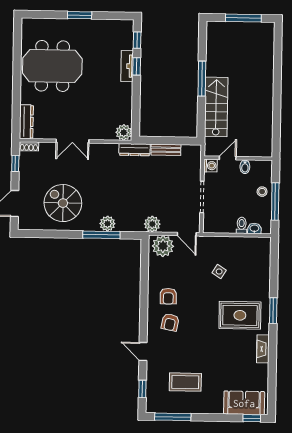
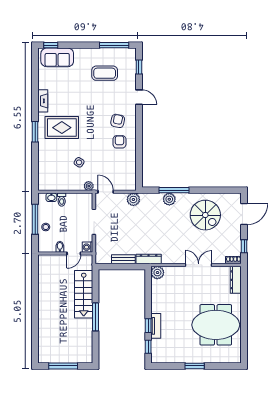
plant: (163, 246) -> (89, 186), moved, width x0.53, depth x0.53

